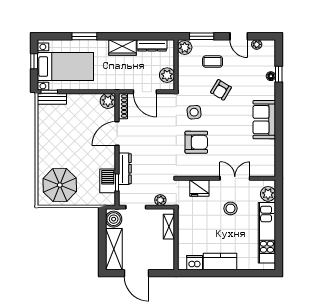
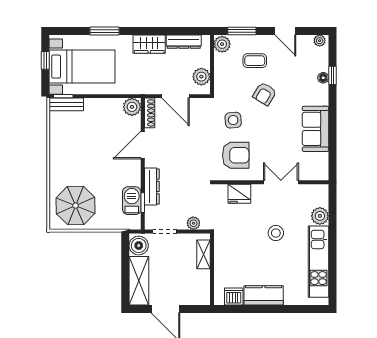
plant: (257, 44) -> (320, 41), moved
wall: (227, 178) -> (271, 182), moved
double door: (235, 178) -> (281, 182), moved
fridge: (199, 188) -> (239, 194), moved

